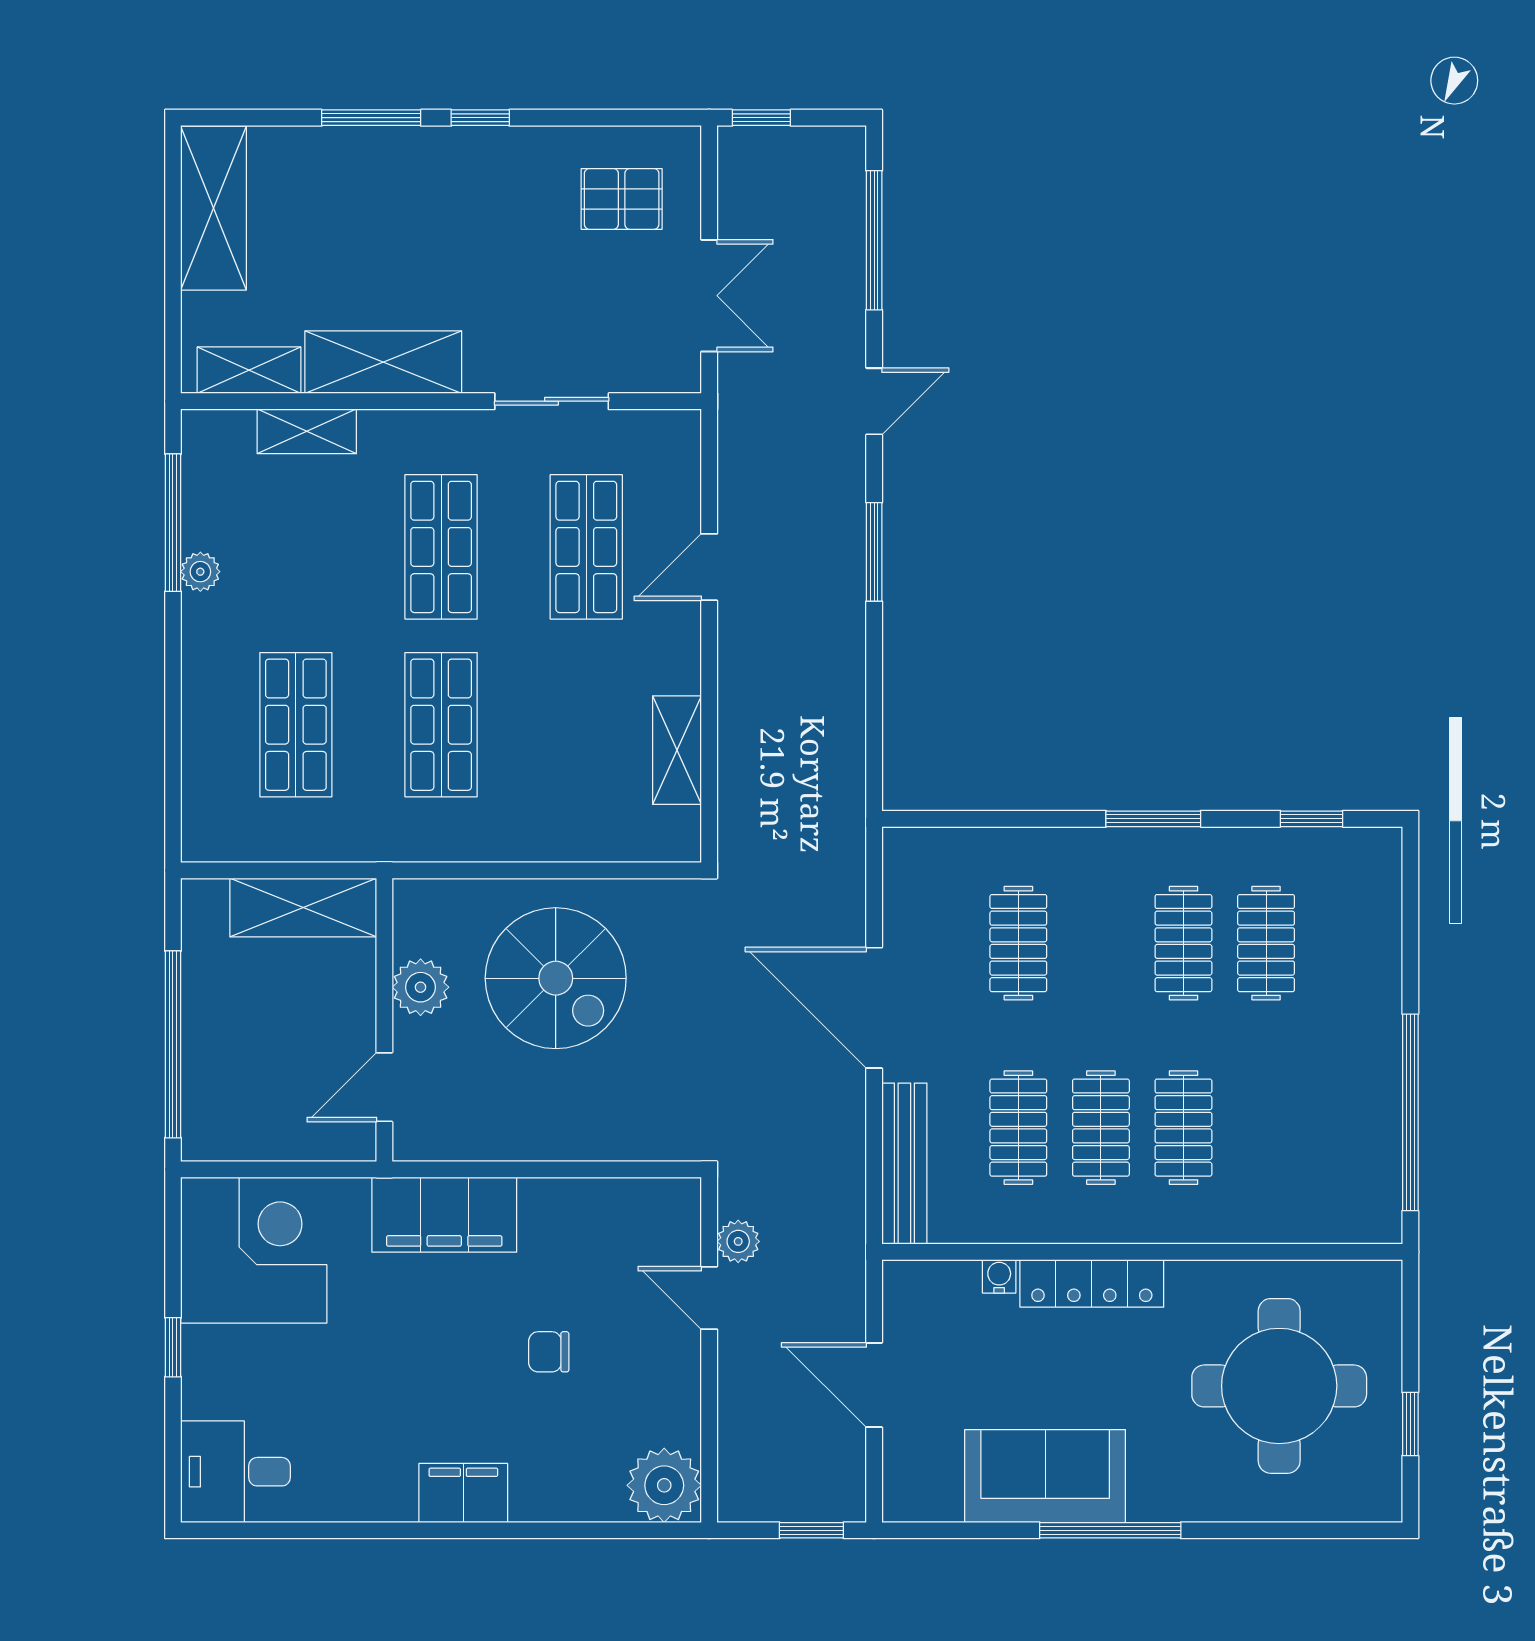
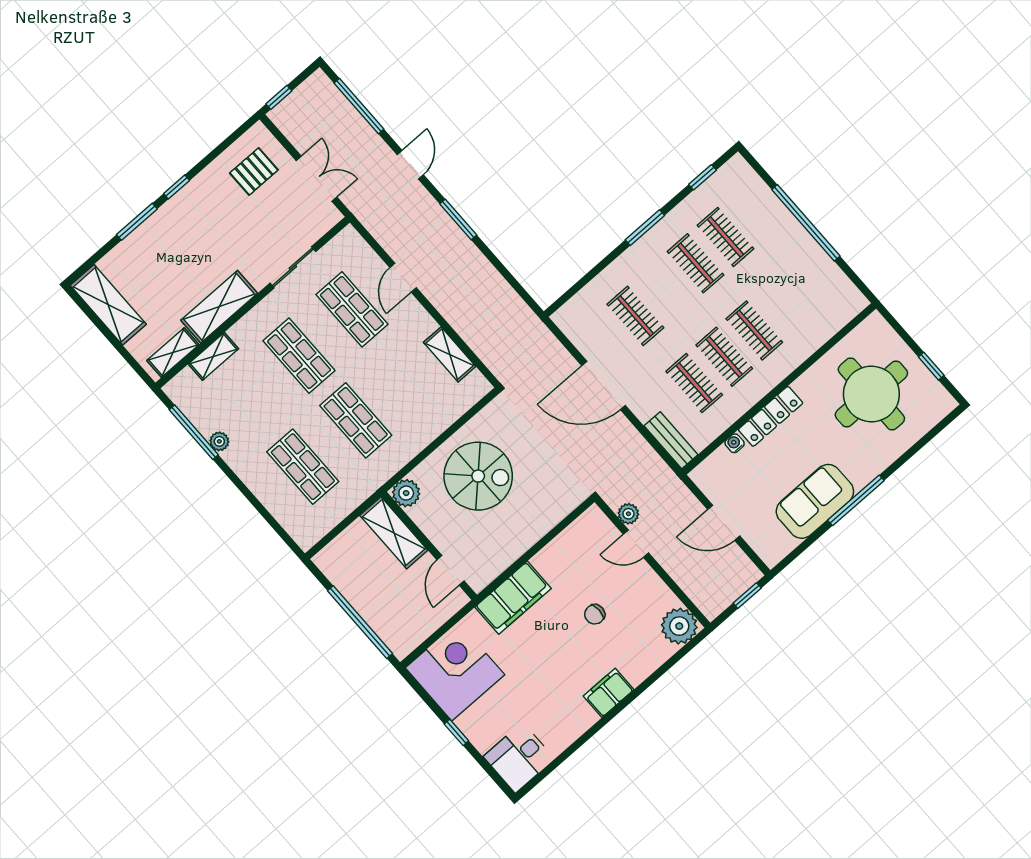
shelving: (303, 907) -> (394, 533), moved, turned 90
plant: (421, 987) -> (406, 493), moved
window: (1410, 1112) -> (806, 223), moved
bench: (904, 1164) -> (671, 440), width x0.73

